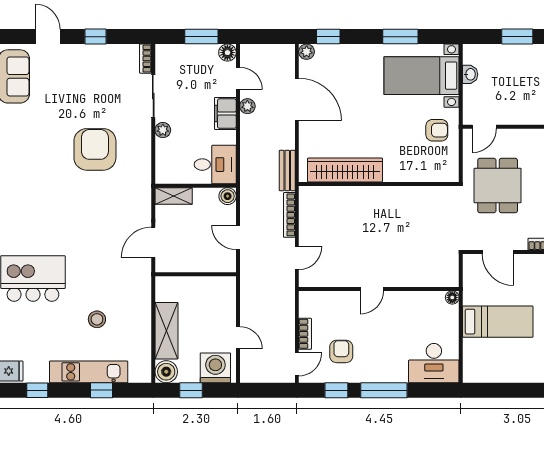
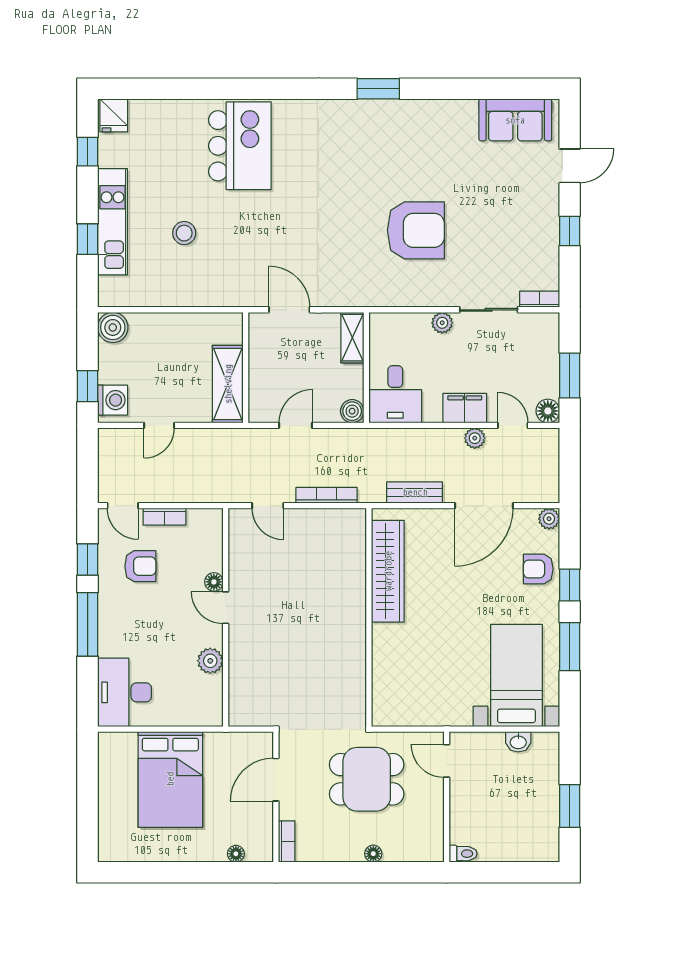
window: (328, 37) -> (570, 585), moved
door: (238, 78) -> (513, 425), swing flipped
armchair: (437, 130) -> (538, 569), moved, turned 90
bench: (287, 171) -> (415, 492), moved
floor lamp: (452, 298) -> (214, 582), moved
plant: (411, 300) -> (210, 661), added
bed: (498, 322) -> (170, 779), width x1.50
shelving: (166, 331) -> (228, 384), moved, turned 90
washing machine: (215, 368) -> (113, 400), width x0.73, depth x0.73
window: (191, 390) -> (88, 386), moved

